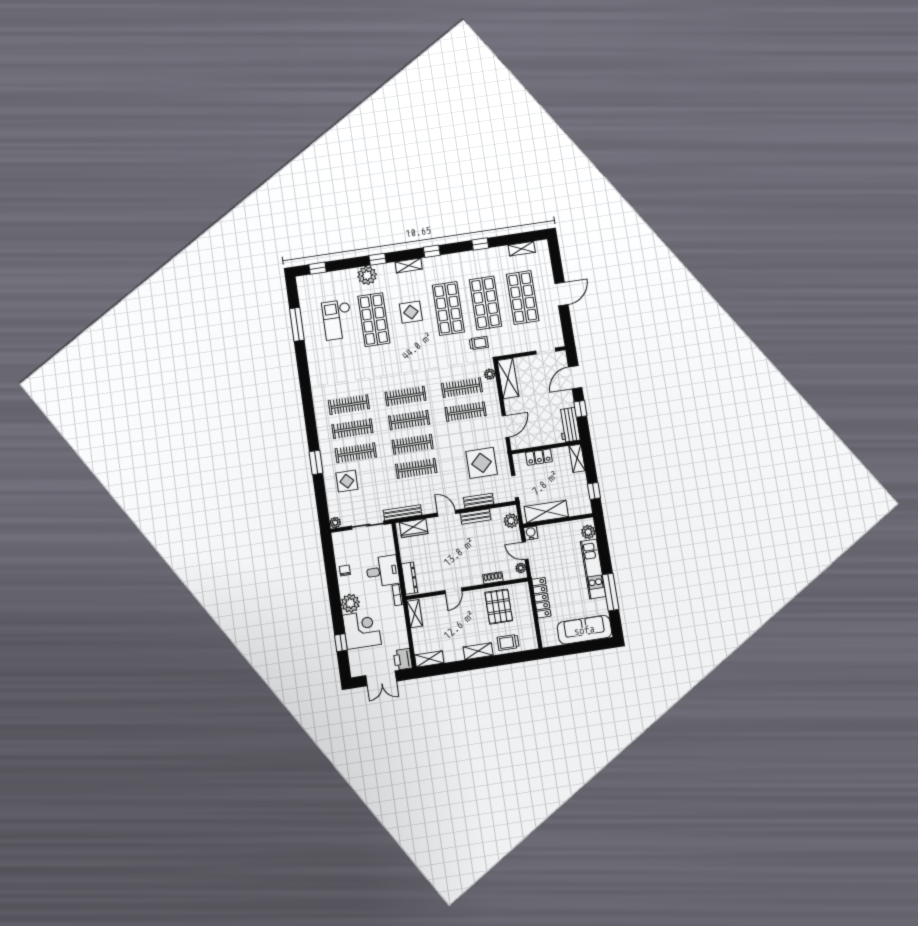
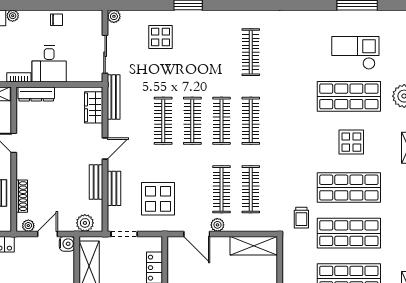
plant: (490, 374) -> (217, 225), moved
clothes rail: (352, 429) -> (222, 52), removed
clothes rail: (356, 453) -> (192, 52), removed
shoe rack: (493, 578) -> (22, 196), width x1.43
plant: (350, 603) -> (13, 16), width x0.53, depth x0.53

